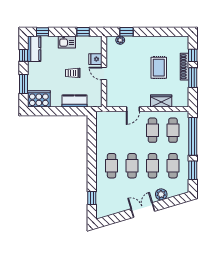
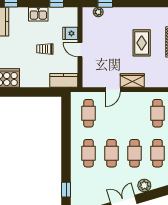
kitchen counter: (74, 101) -> (64, 80), moved
wardrobe: (161, 101) -> (132, 80), moved
cafe table: (152, 130) -> (89, 113), moved

